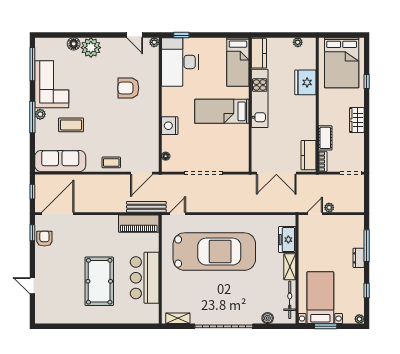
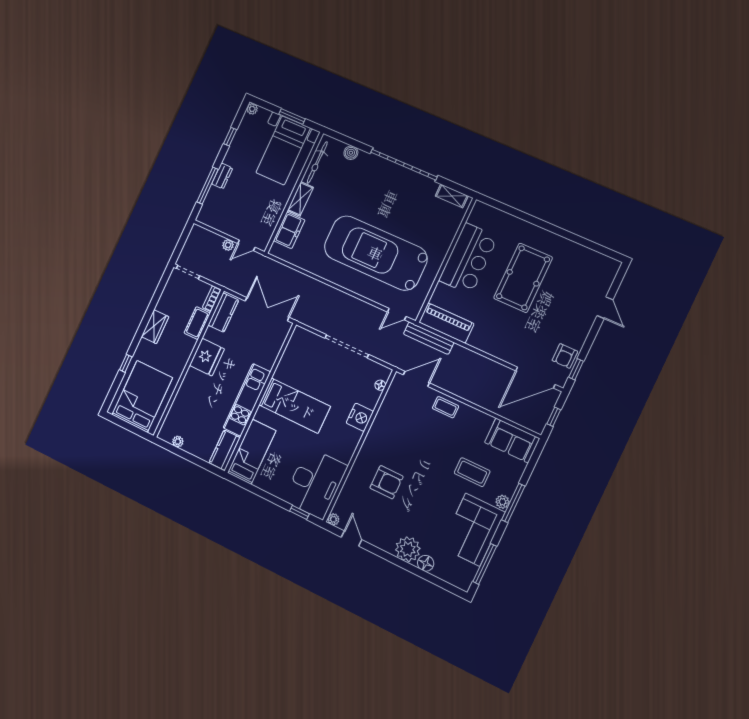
fridge: (305, 82) -> (207, 357), moved
sofa: (60, 161) -> (512, 440), width x0.73

